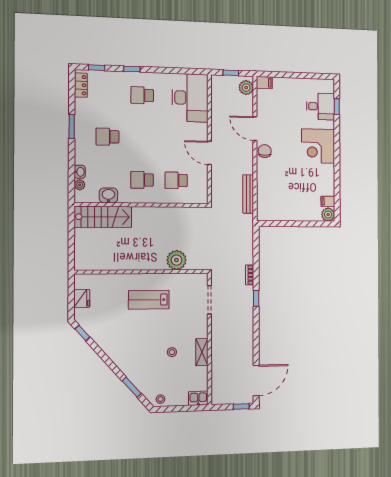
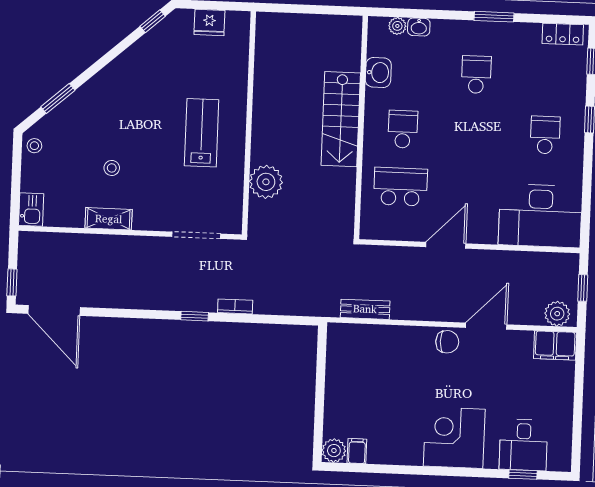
filing cabinet: (264, 83) -> (555, 345), width x2.00
school desk: (176, 180) -> (400, 187), width x1.85
bench: (248, 194) -> (365, 309), width x0.73
stairs: (103, 217) -> (341, 119), moved

